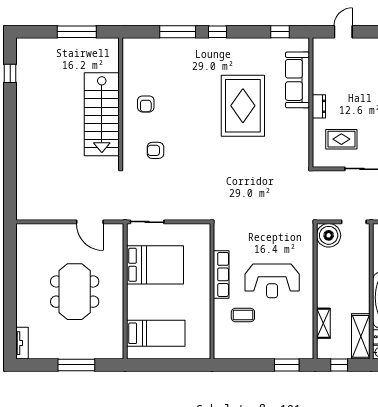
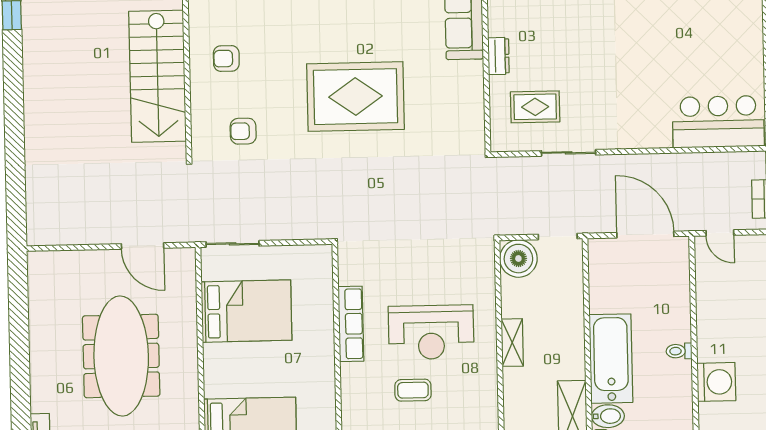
armchair: (146, 104) -> (226, 59), turned 90
rug: (243, 106) -> (355, 97), moved, turned 90
meeting table: (75, 292) -> (121, 356), width x1.36
coffee table: (243, 315) -> (413, 390), moved
shelving: (323, 323) -> (512, 343), moved

